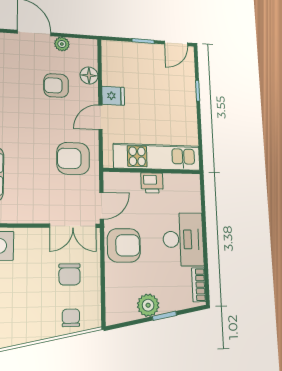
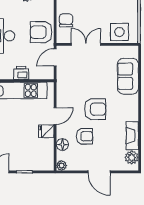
plant: (62, 44) -> (61, 165), moved
armchair: (73, 158) -> (95, 109), moved
double door: (73, 226) -> (86, 44), moved
chair: (70, 274) -> (66, 20), moved

